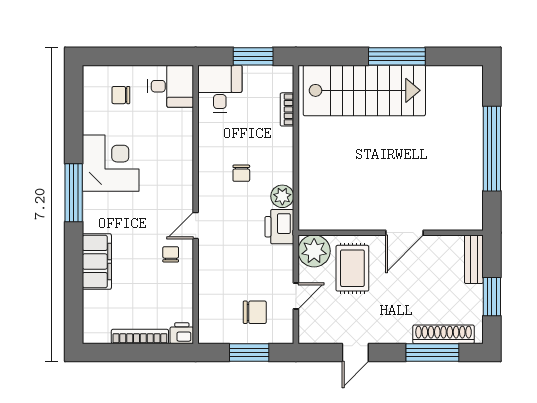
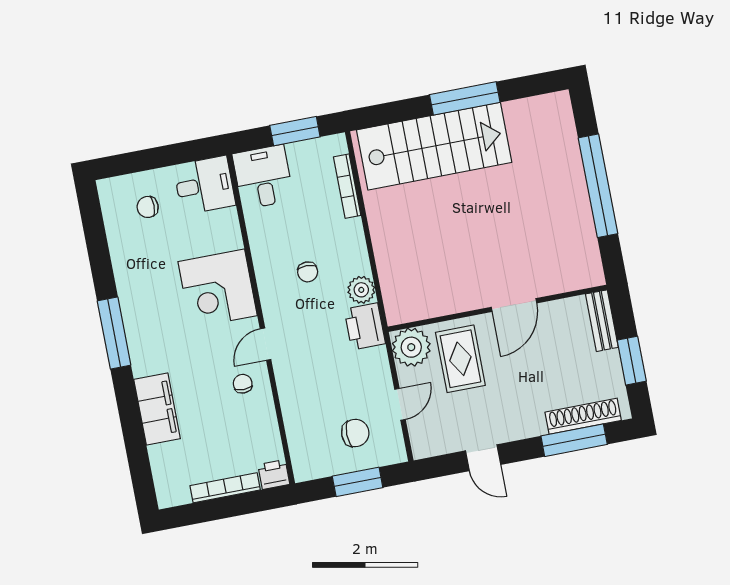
bookcase: (287, 109) -> (347, 186), width x1.56
corner desk: (111, 163) -> (218, 289), moved, turned 180
door: (355, 353) -> (483, 458), hinge flipped

